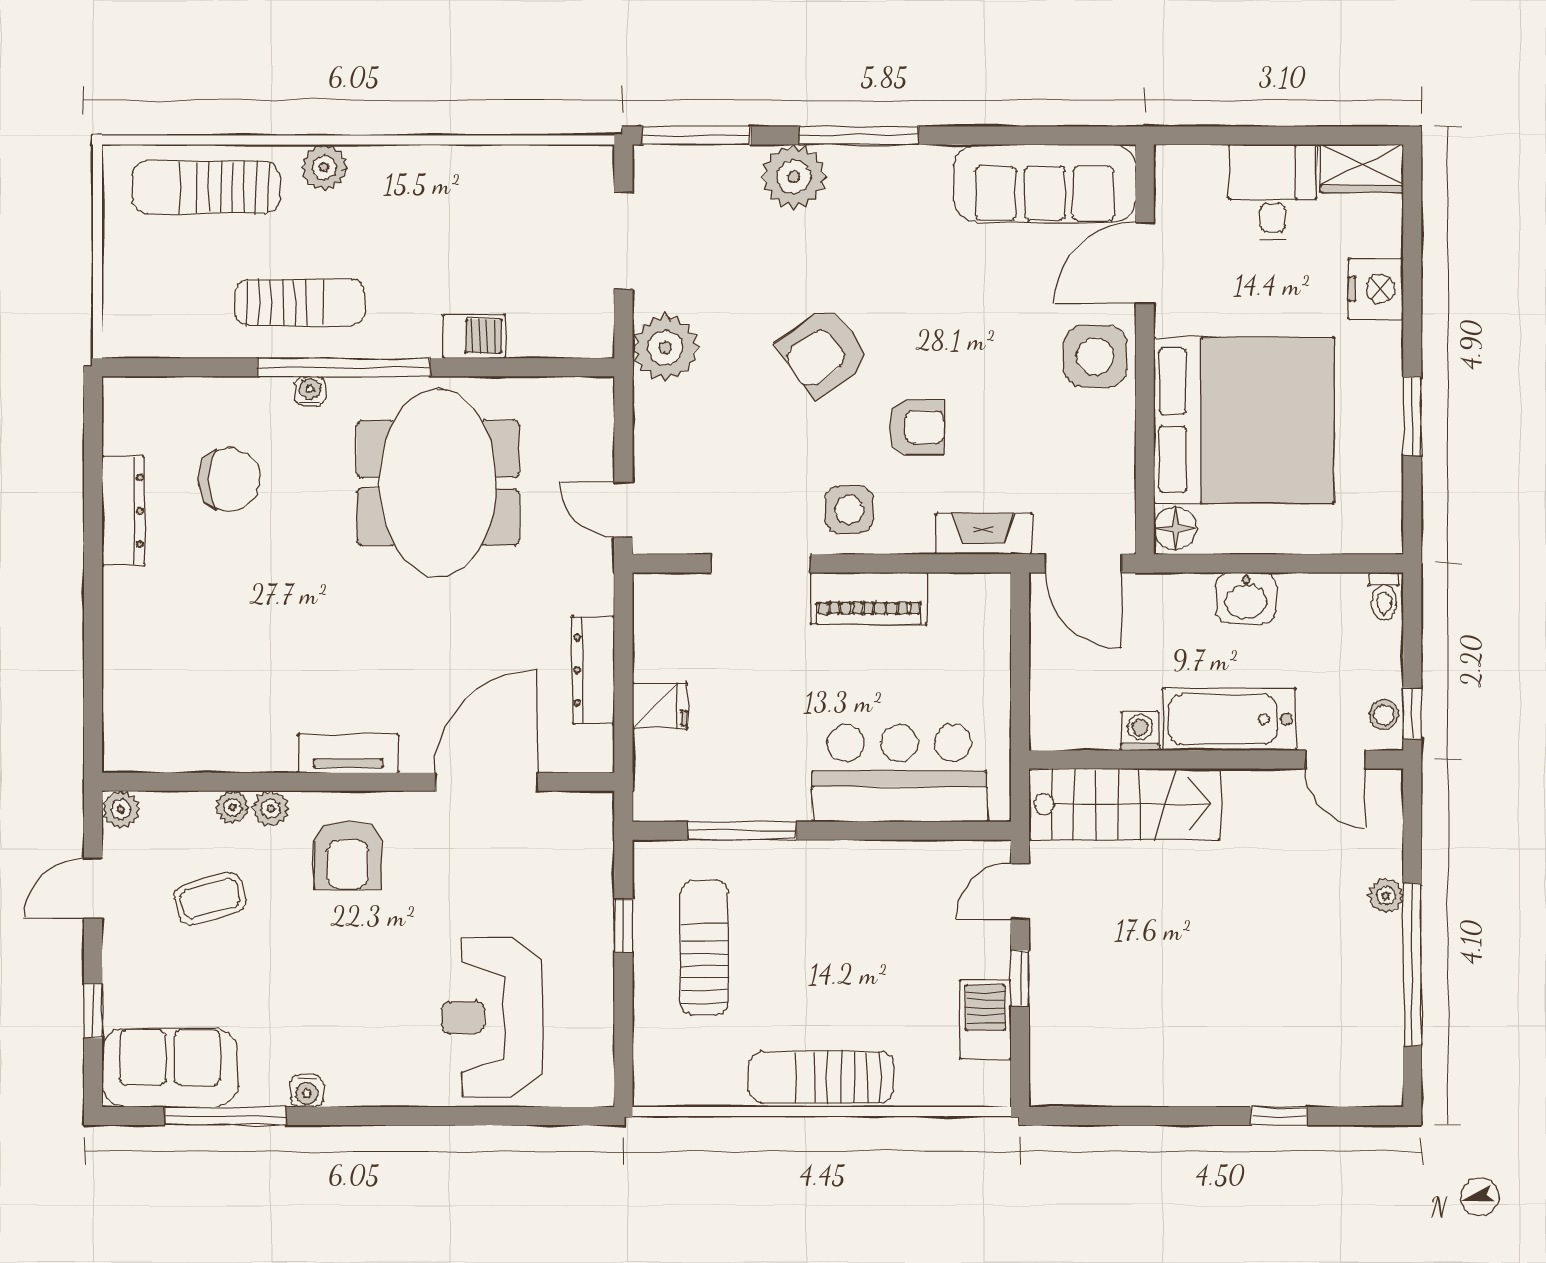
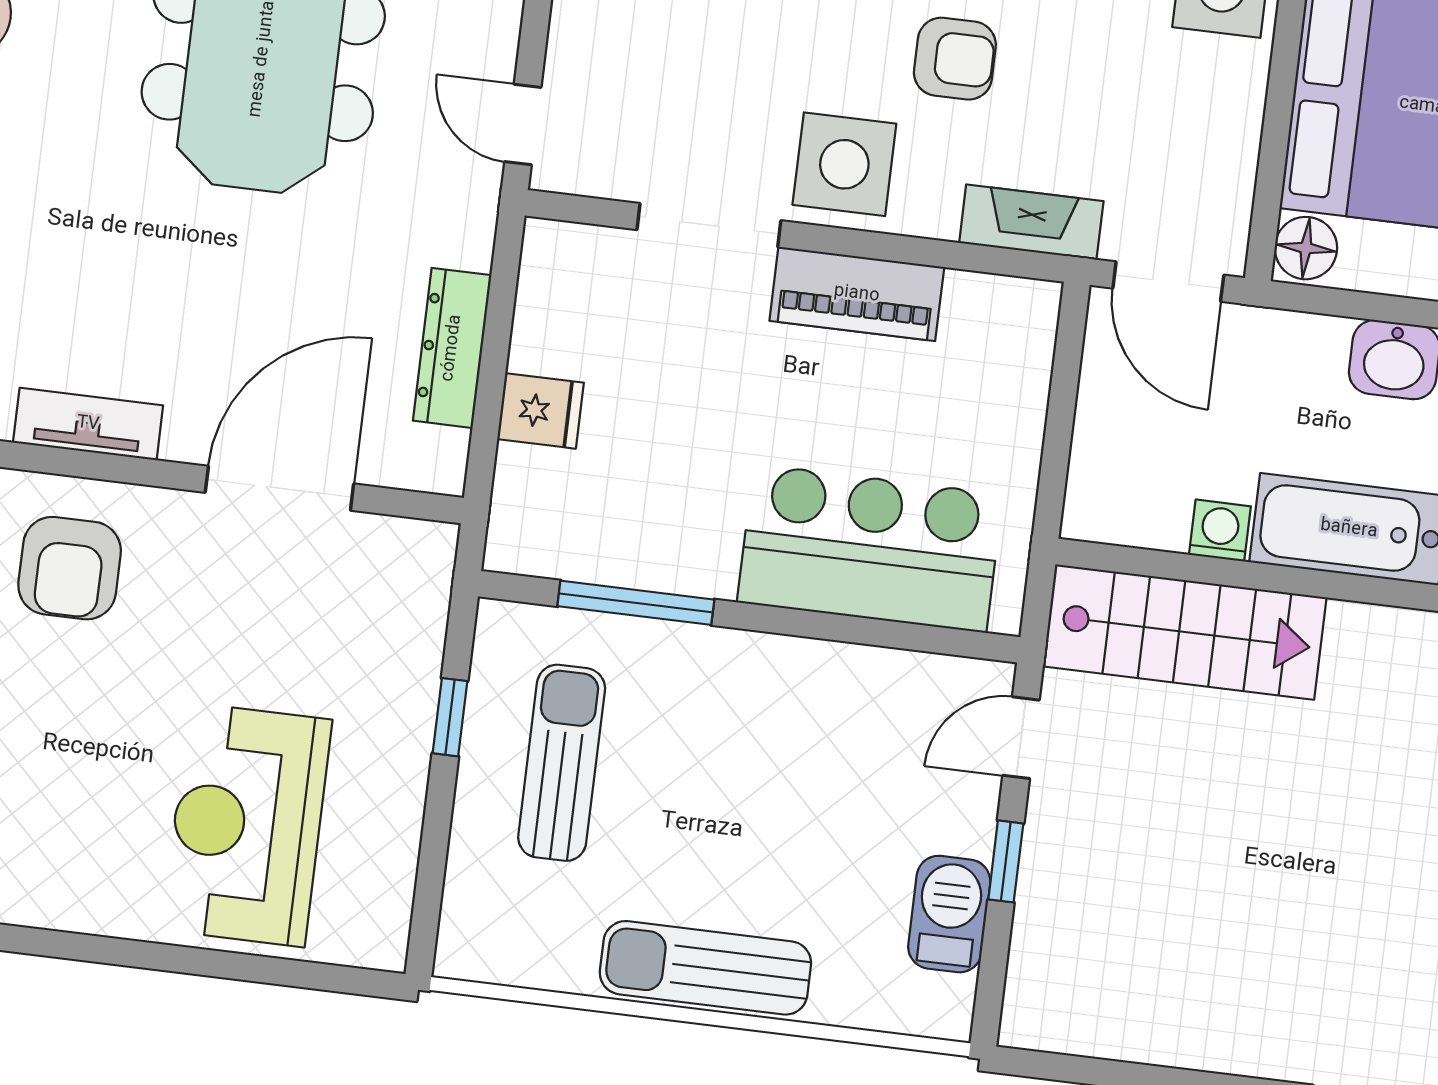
side table: (849, 510) -> (844, 164), width x1.37, depth x1.37

